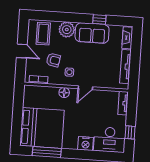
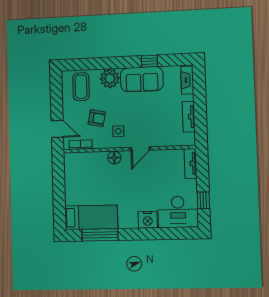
door: (22, 51) -> (57, 129), moved
tv unit: (125, 67) -> (189, 117), width x0.71
bed: (42, 128) -> (91, 217), width x0.49

